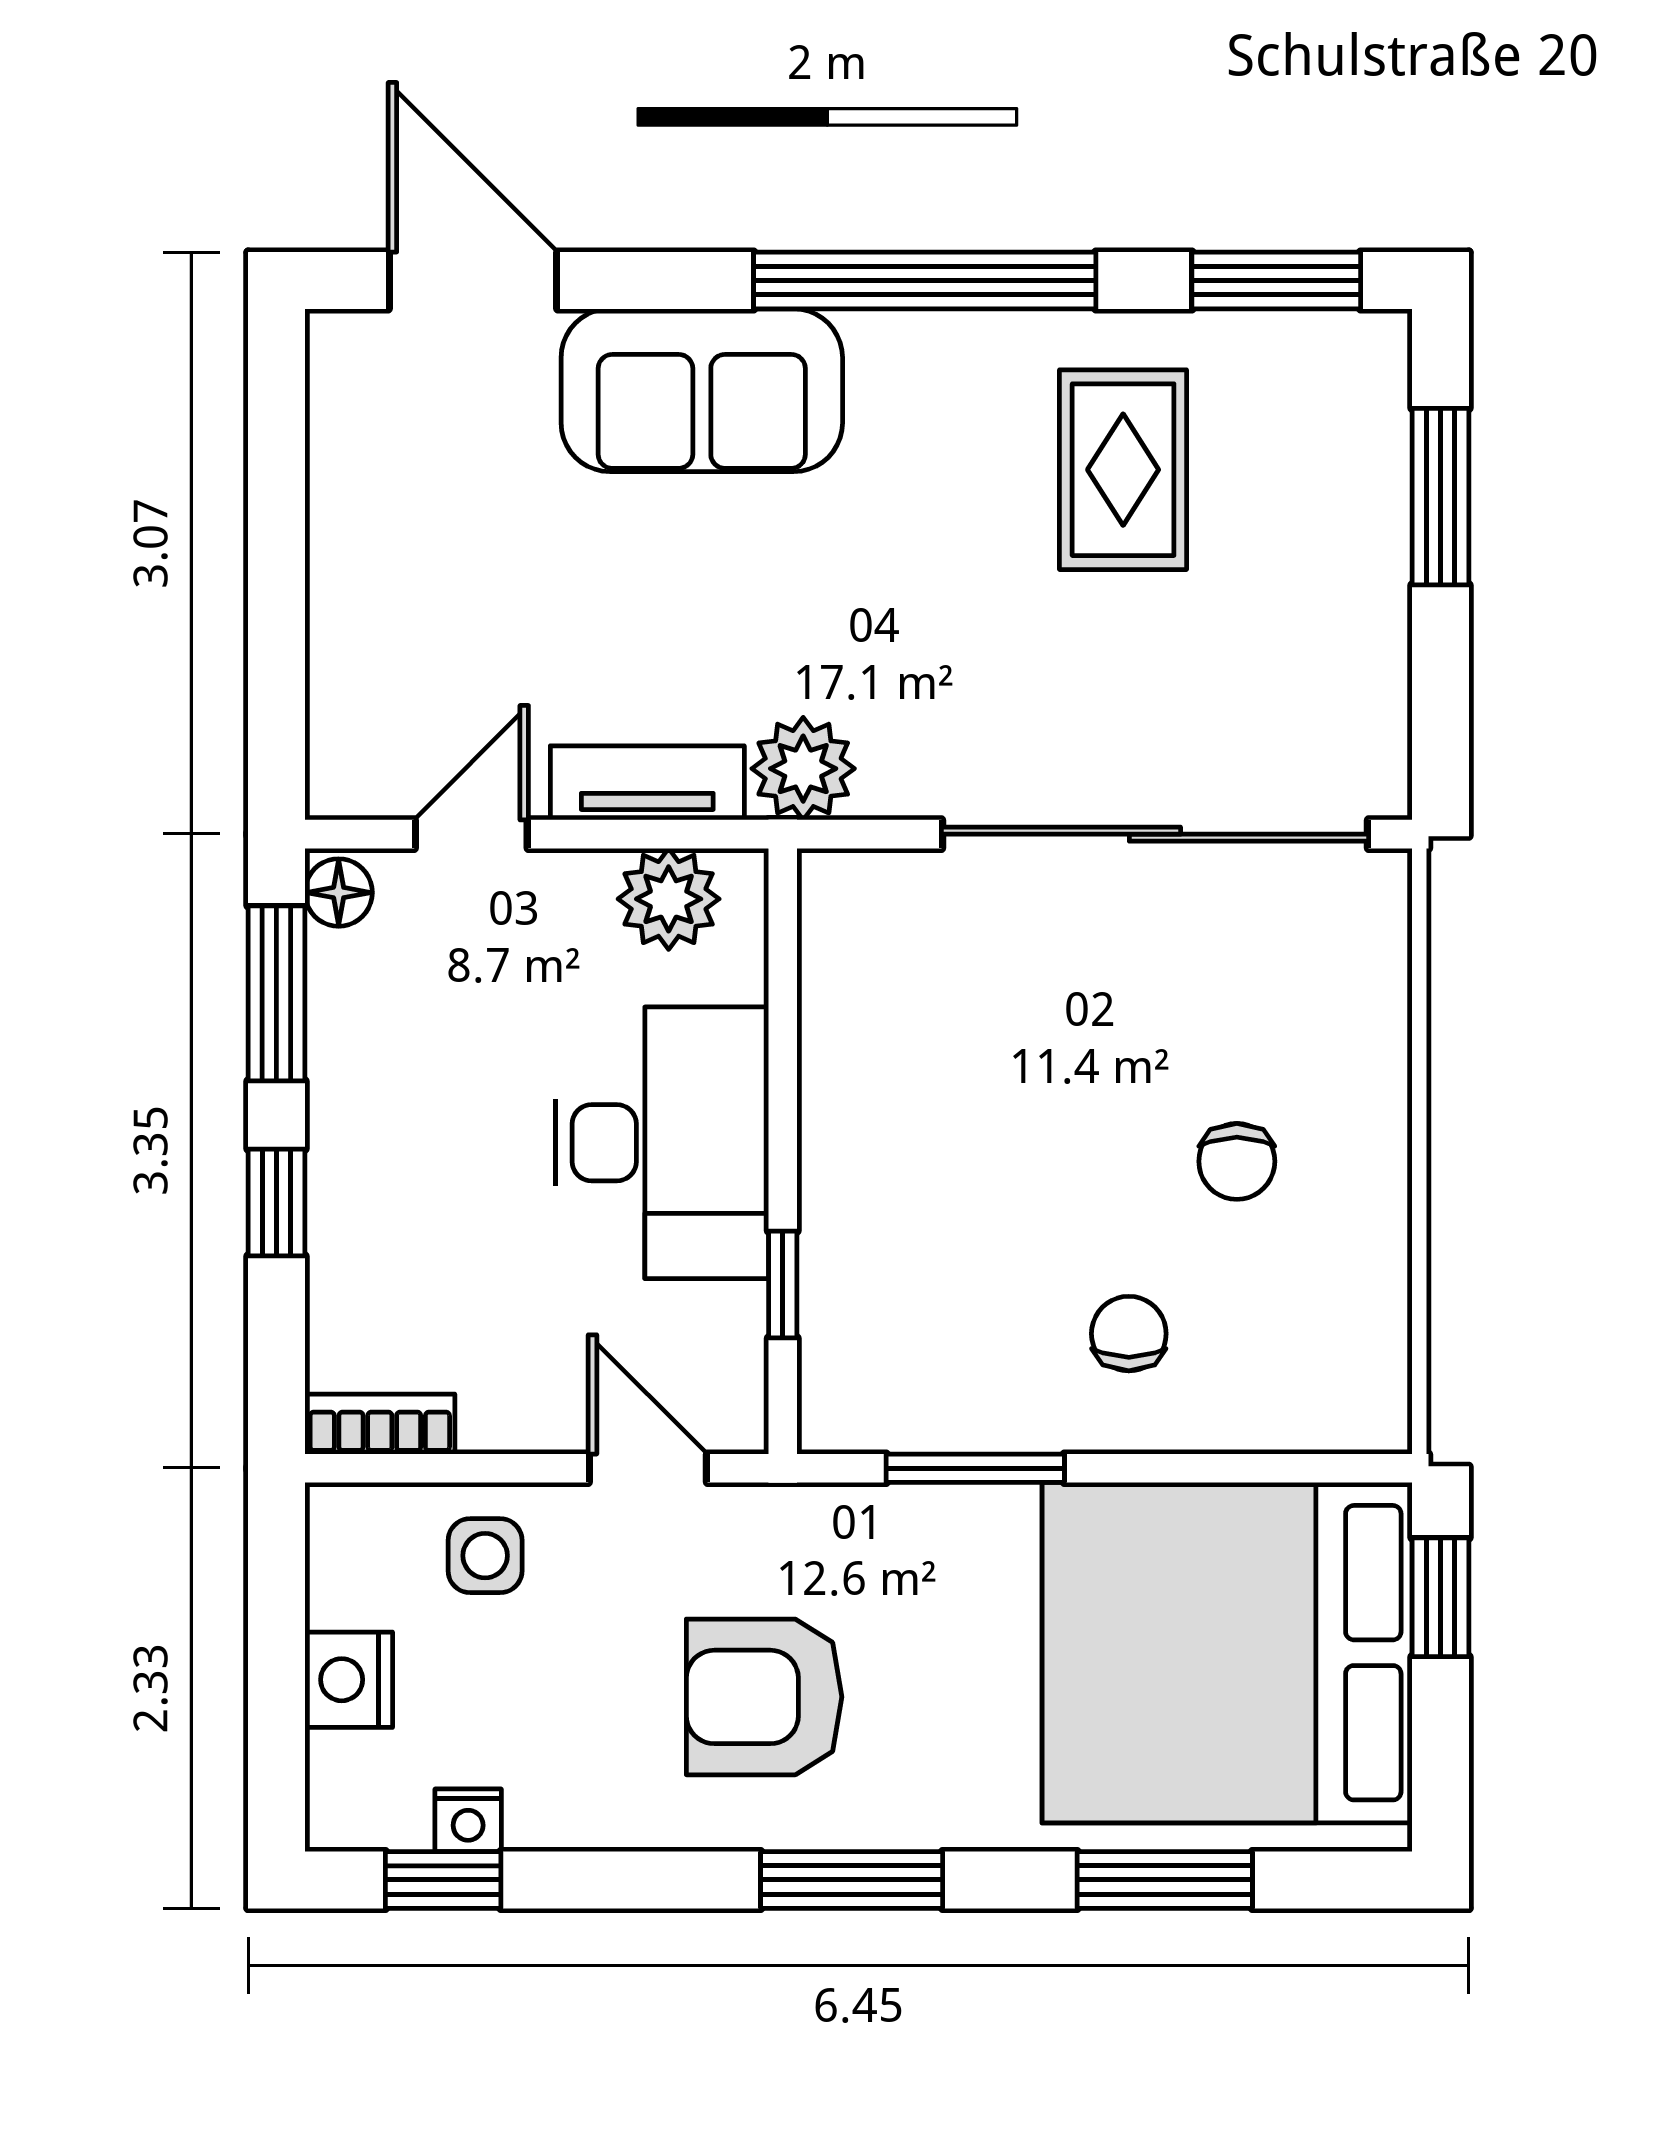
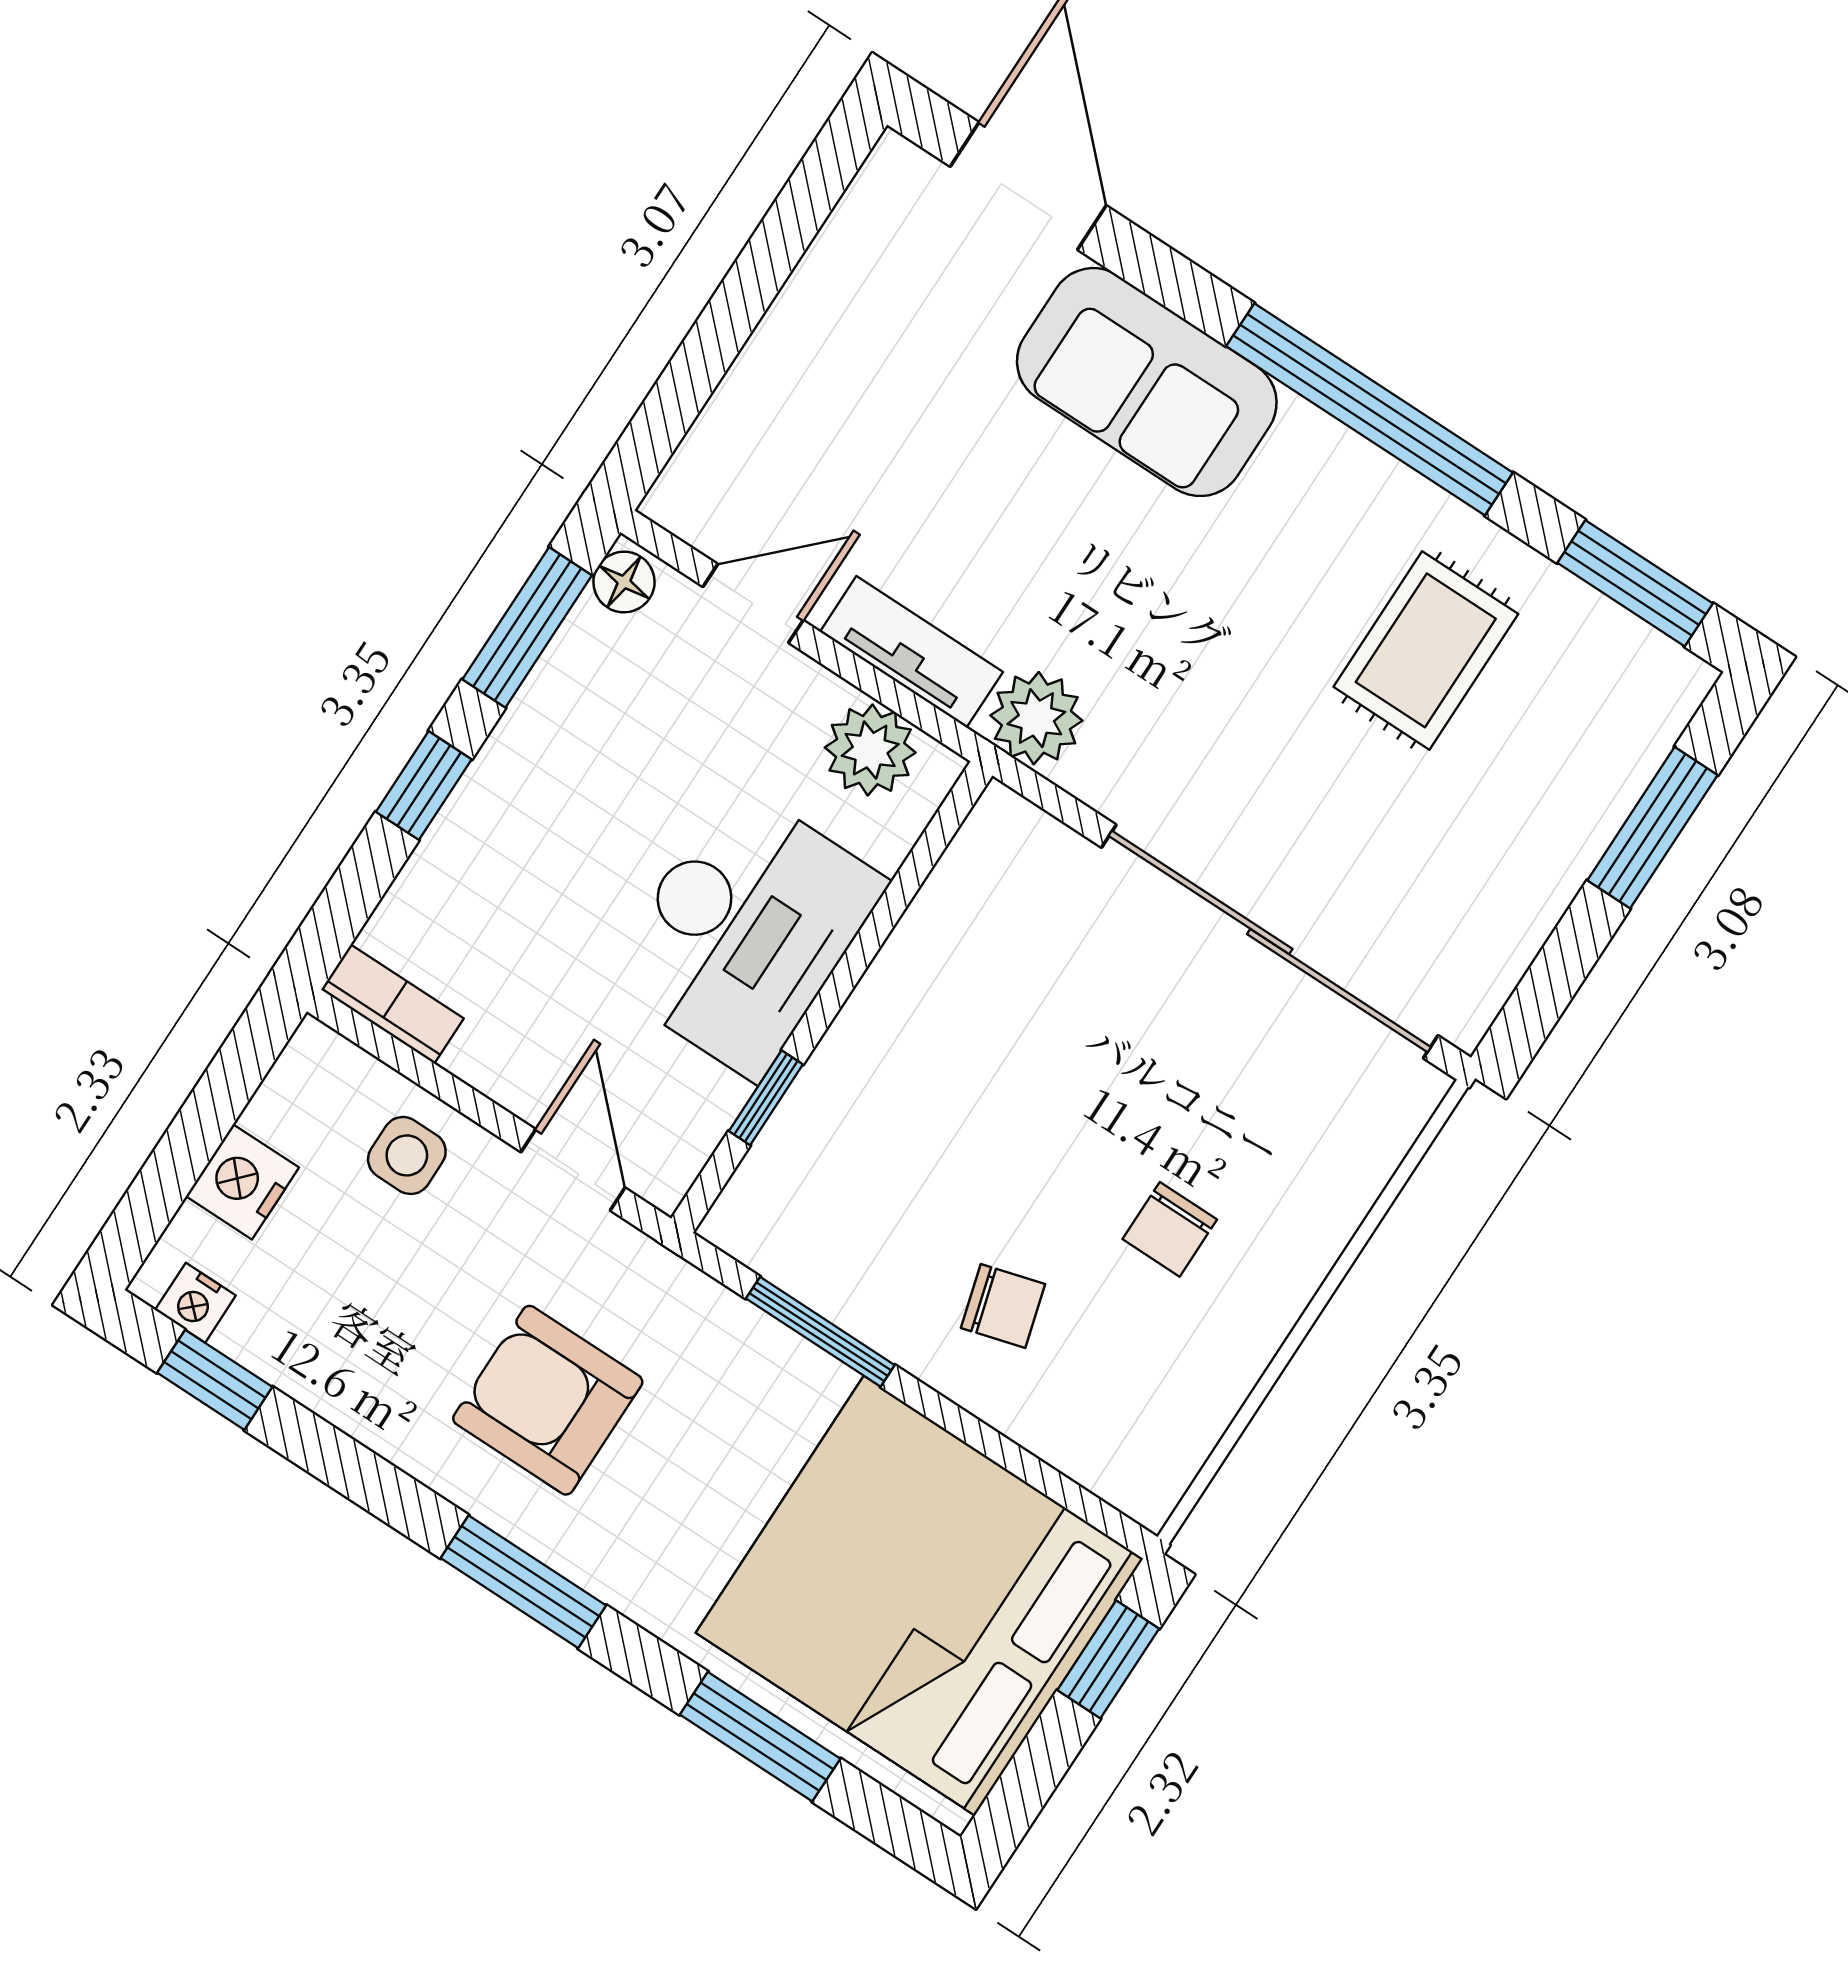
chair: (1129, 1334) -> (1003, 1306), turned 74
nightstand: (468, 1820) -> (195, 1303), moved

